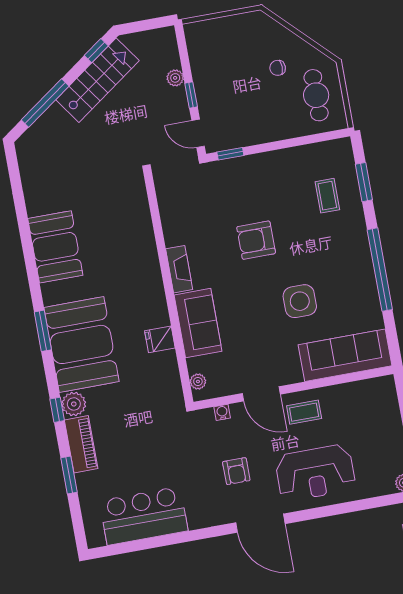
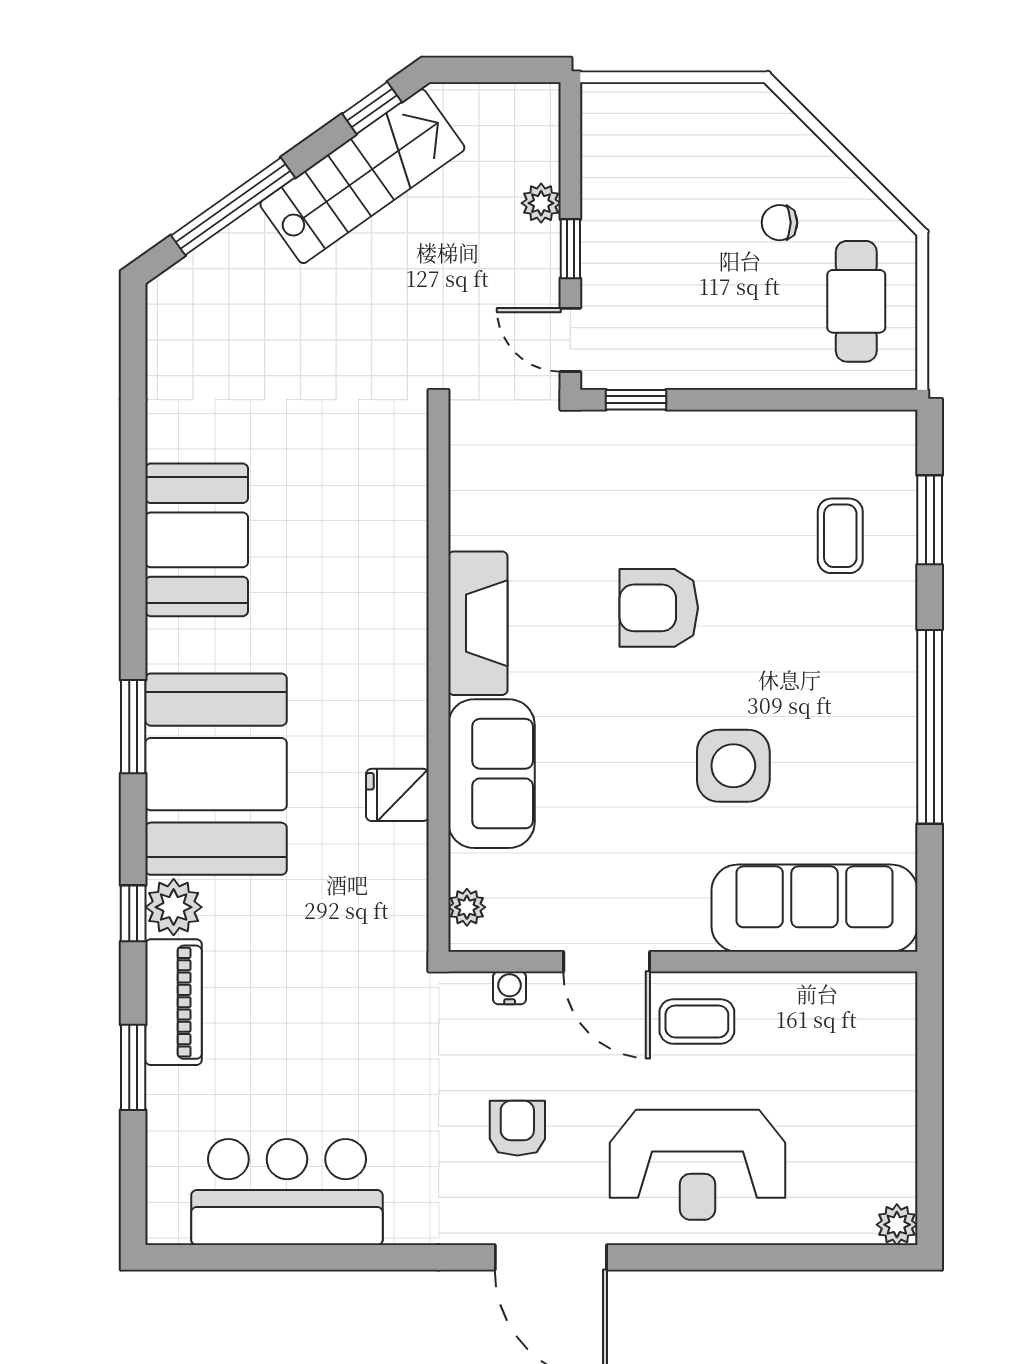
fireplace: (179, 269) -> (478, 623), width x1.37, depth x1.32
armchair: (236, 471) -> (517, 1128), turned 180

